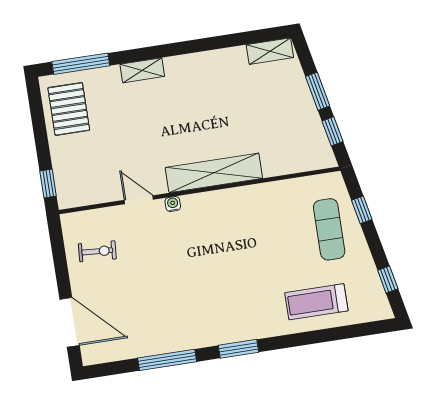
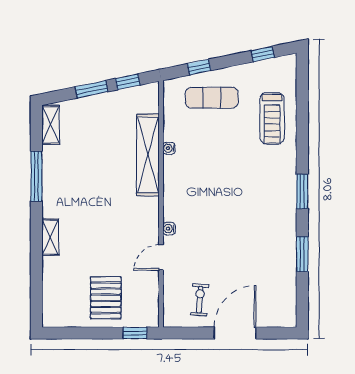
window: (81, 64) -> (36, 176), moved
pallet: (69, 109) -> (106, 298), moved, turned 90
shelving: (214, 173) -> (148, 155), moved
water cooler: (264, 190) -> (169, 148), added
door: (70, 322) -> (235, 333), moved
window: (167, 360) -> (302, 254), width x0.69

